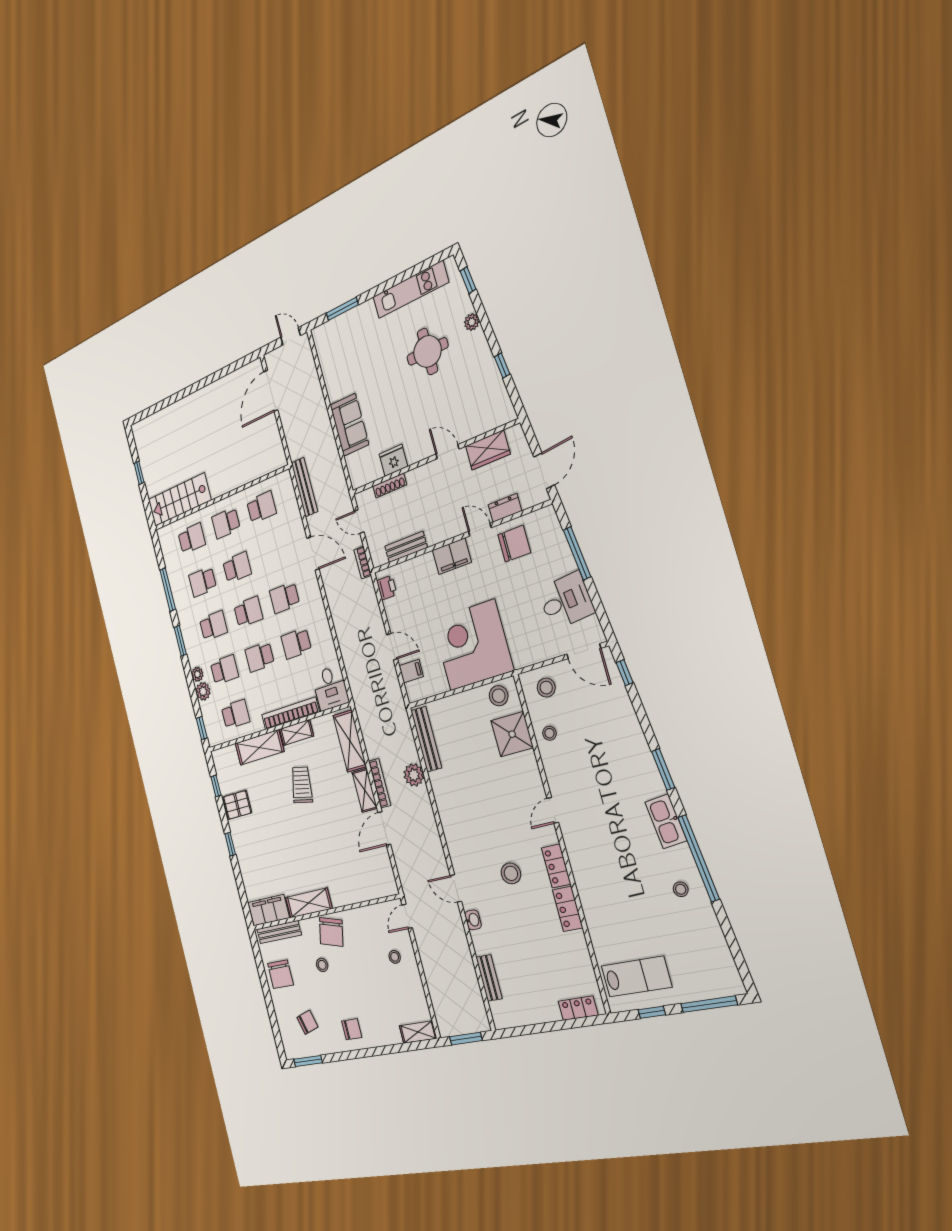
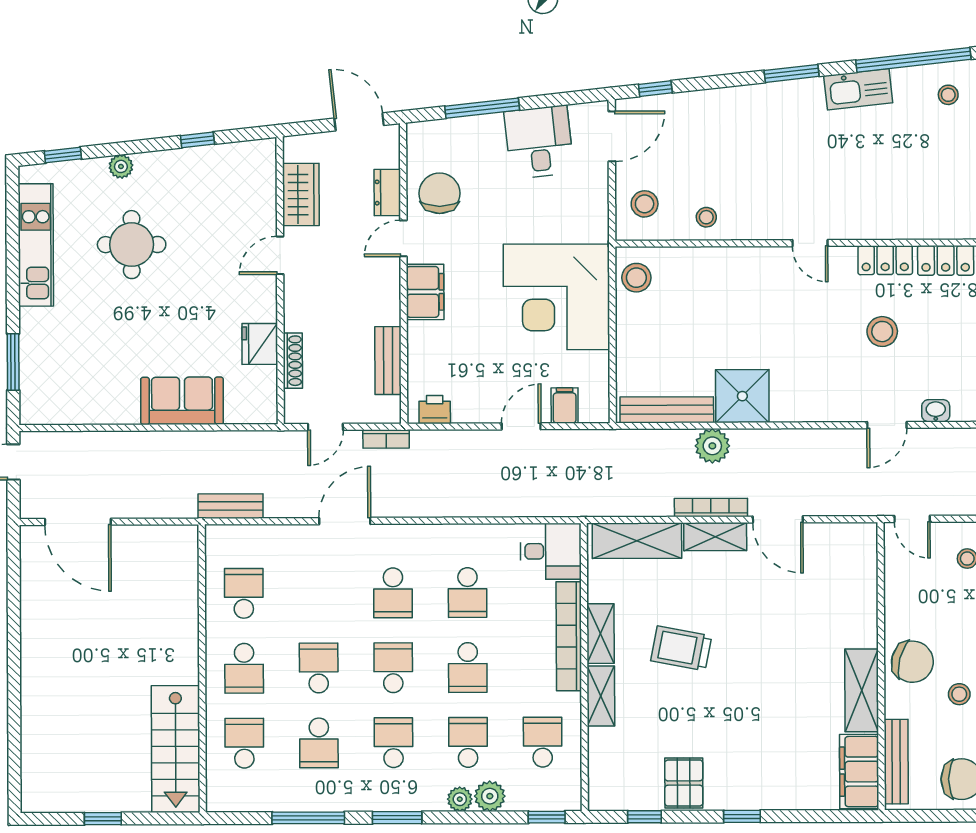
bench: (304, 487) -> (231, 506), width x0.73
shower: (512, 734) -> (742, 396), moved
shelving: (259, 747) -> (601, 696), width x0.67, depth x0.75

